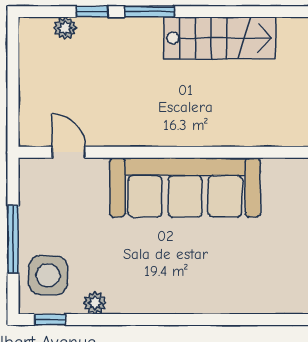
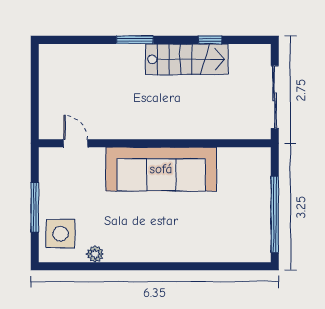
window: (92, 12) -> (210, 40), moved
plant: (65, 28) -> (73, 52), removed
window: (50, 319) -> (62, 266), removed

